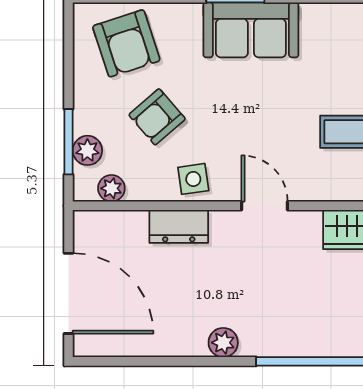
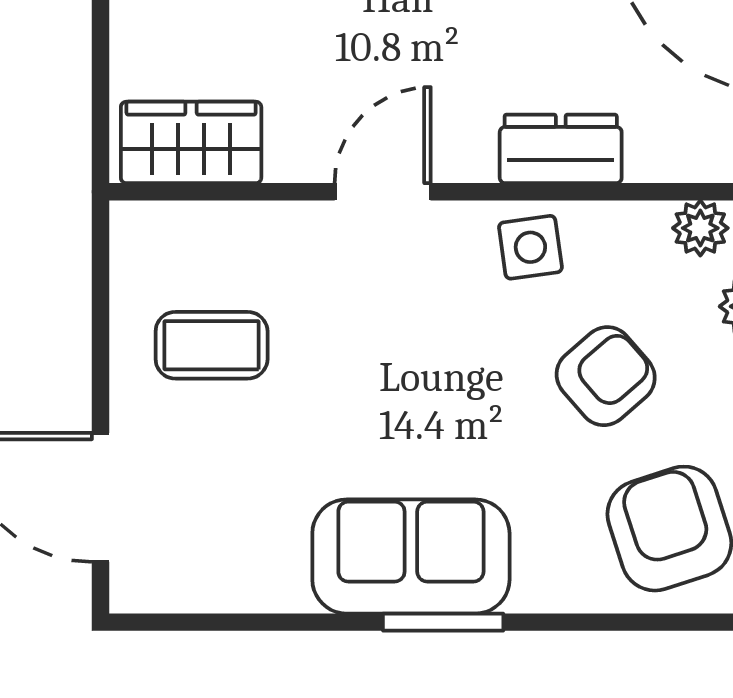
door: (265, 206) -> (383, 192), swing flipped

